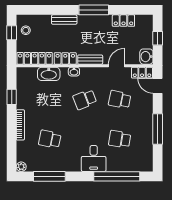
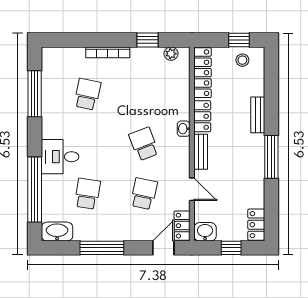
locker: (123, 21) -> (256, 225), moved
washbasin: (49, 74) -> (57, 232), moved, turned 90
plant: (21, 167) -> (171, 54), moved

